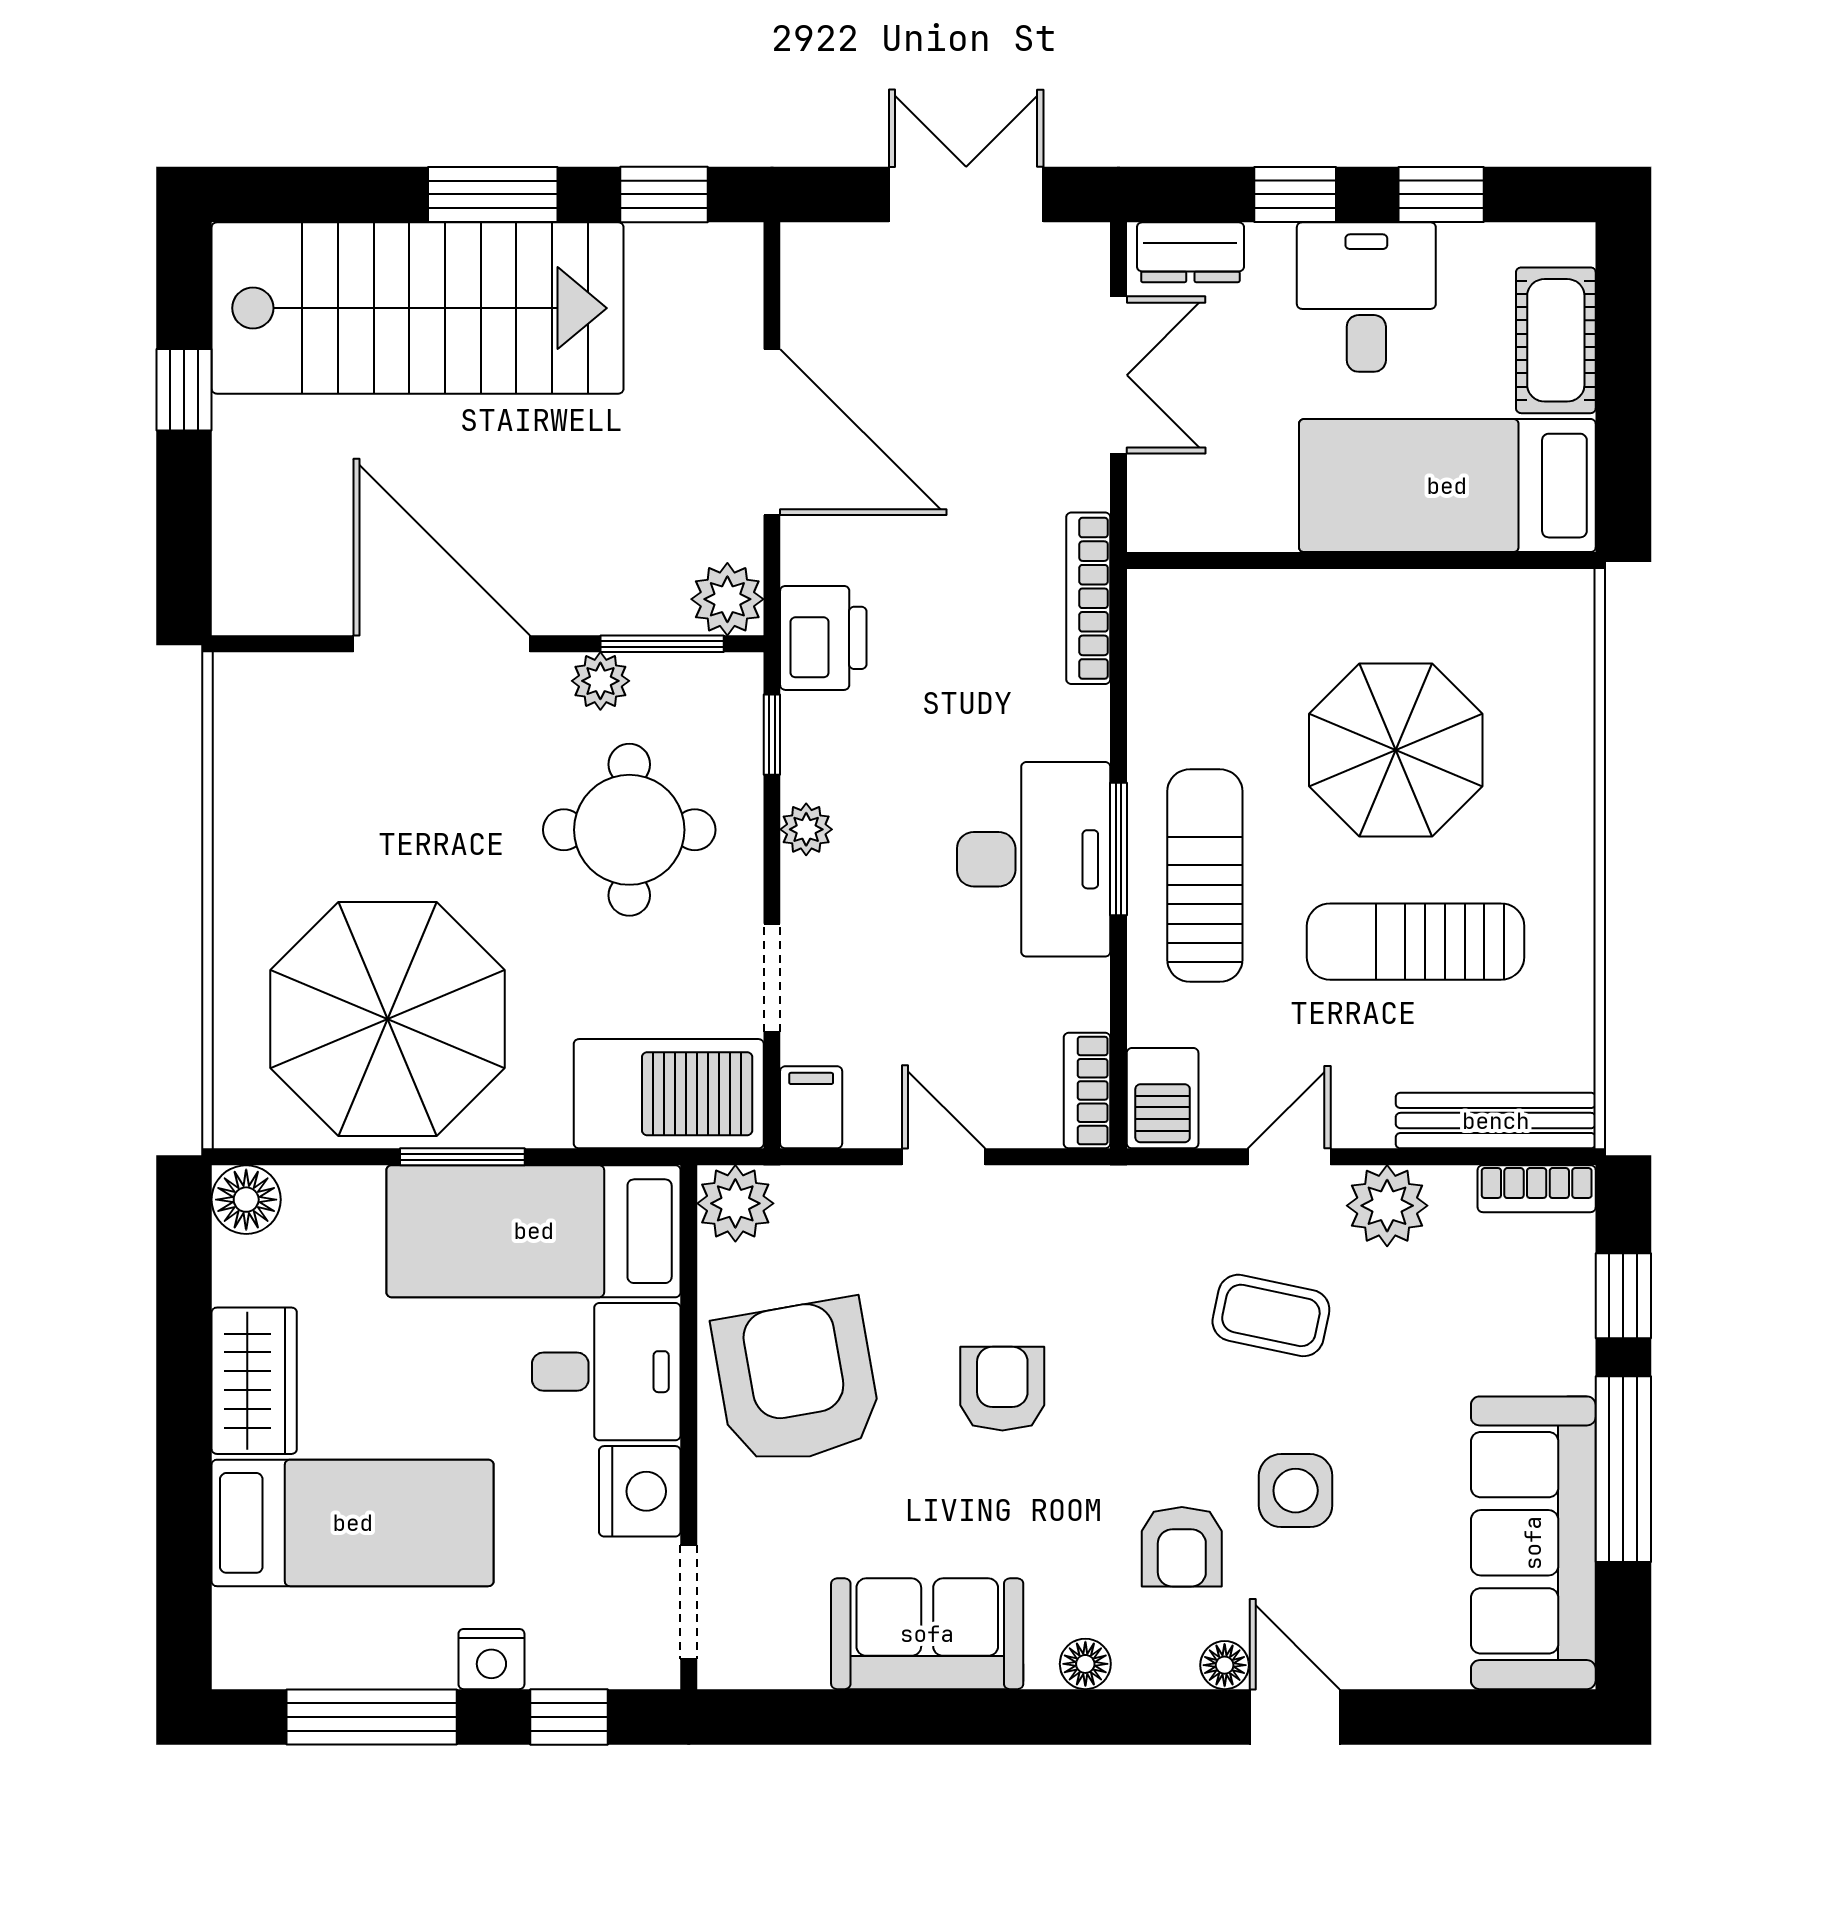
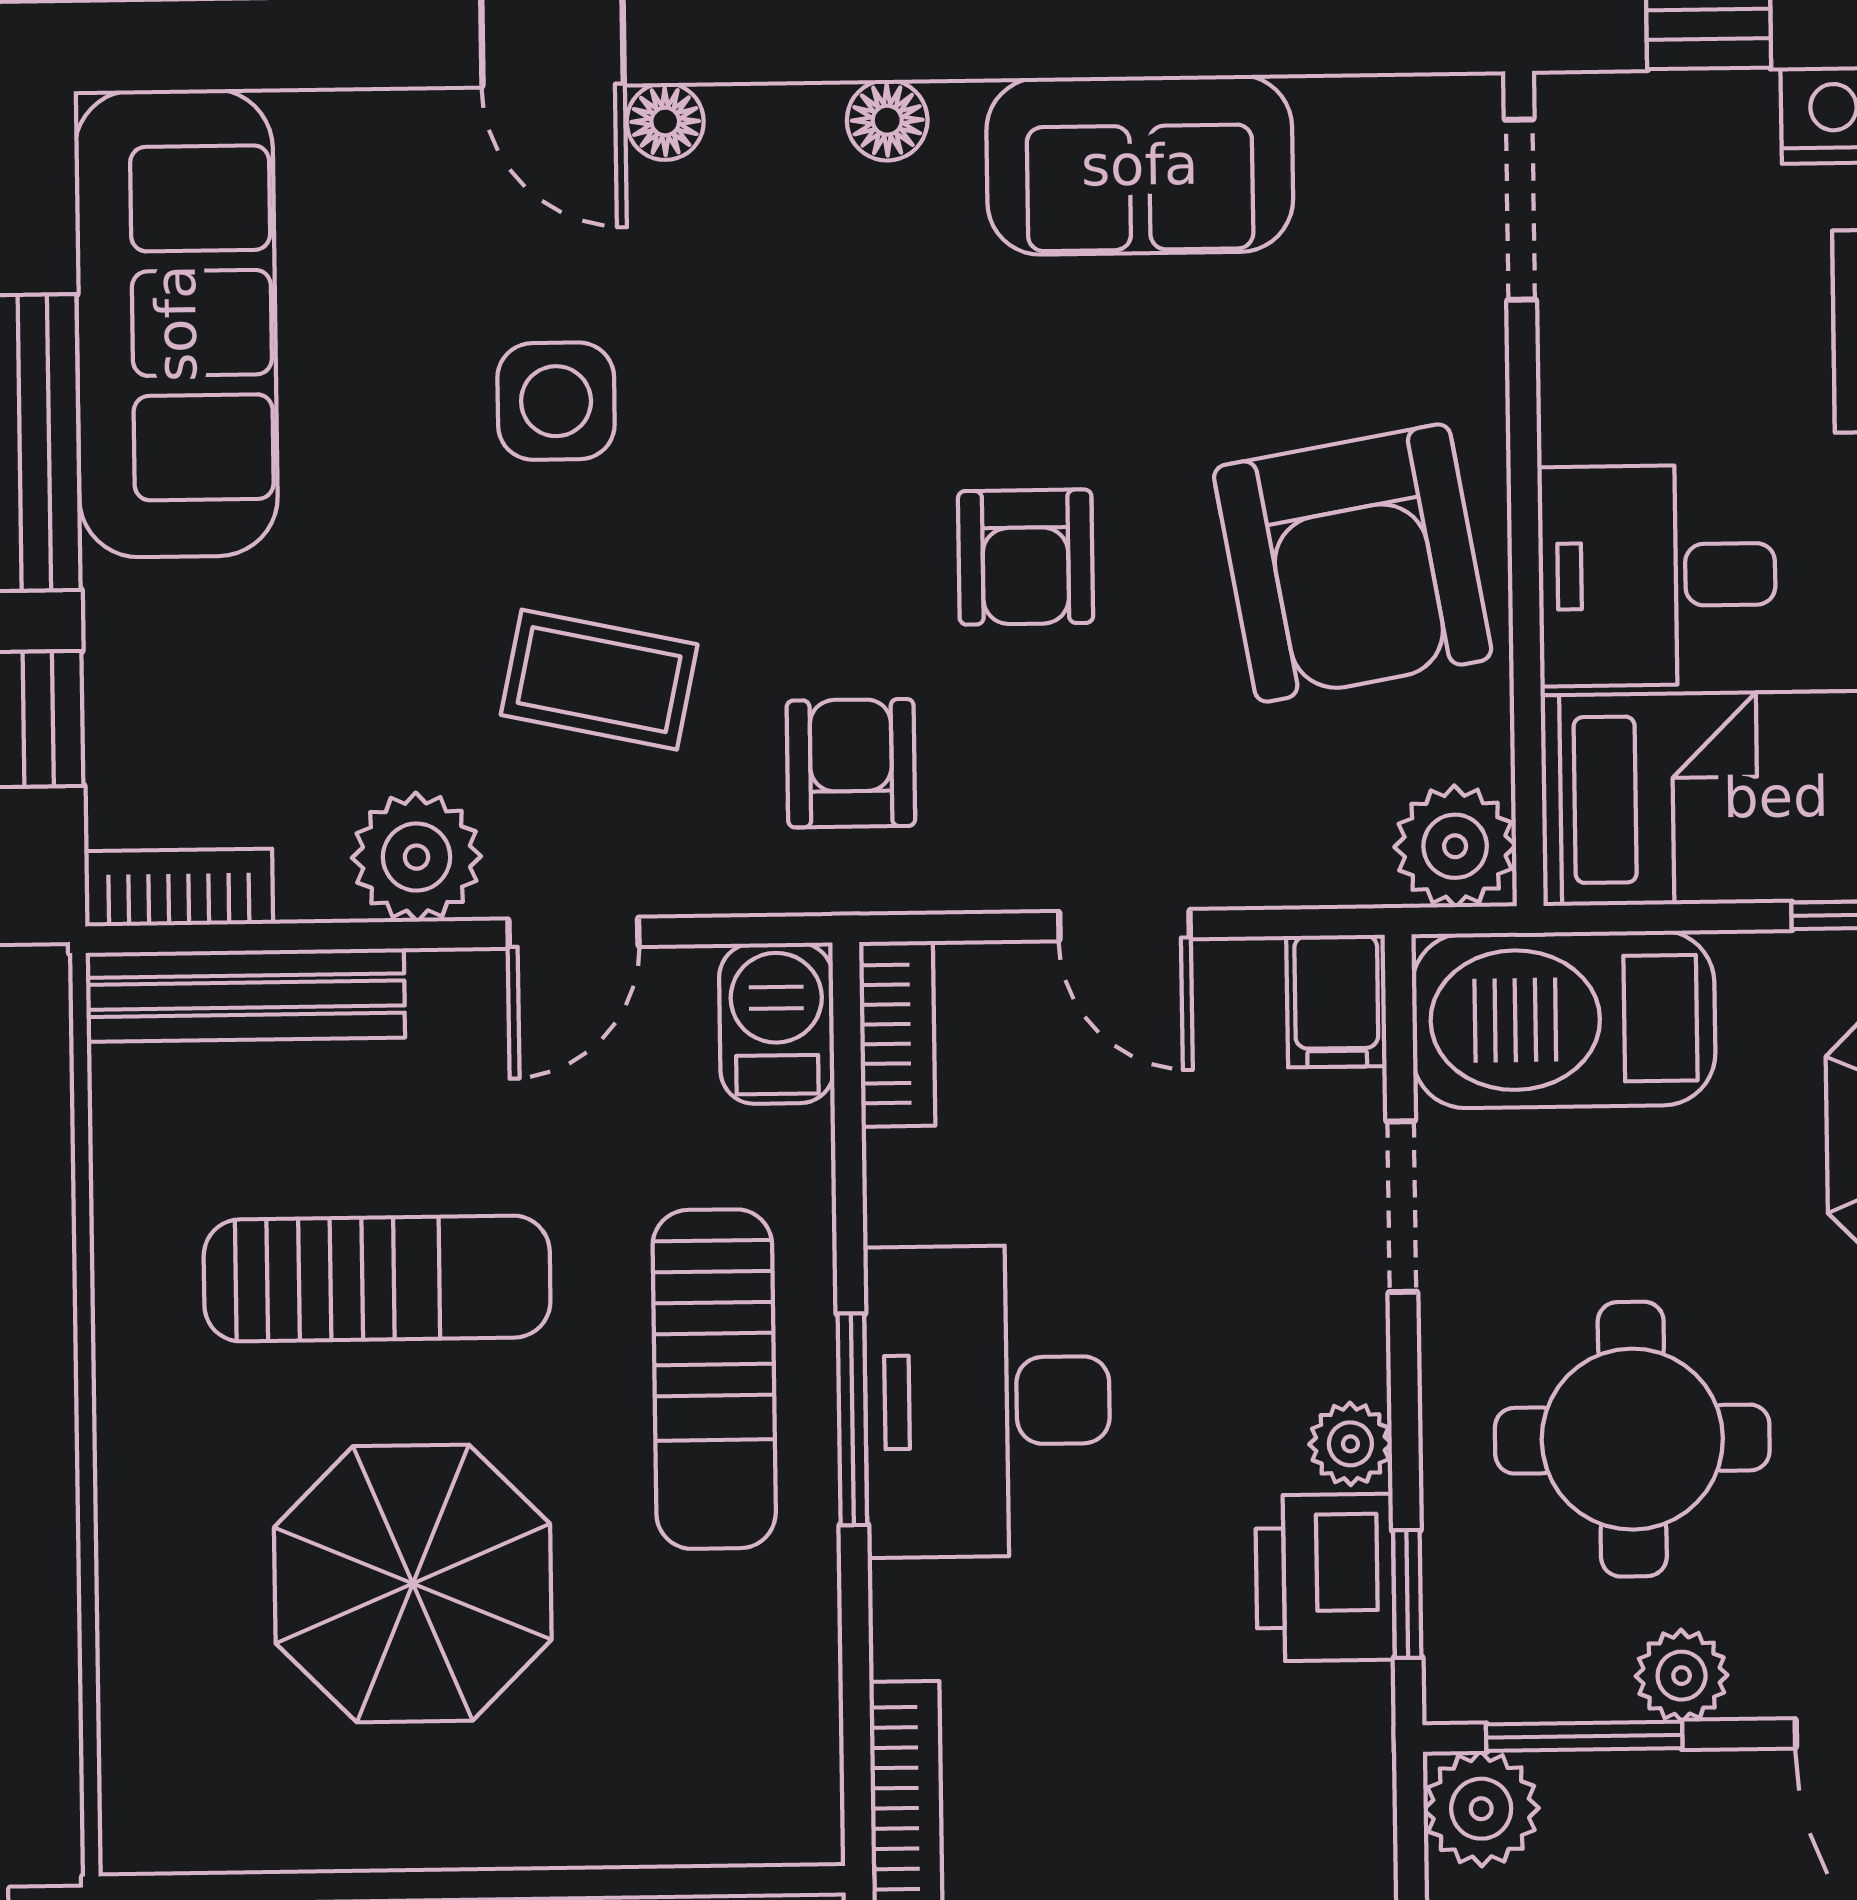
printer: (823, 638) -> (1325, 1577), moved
nightstand: (640, 1491) -> (1601, 385), removed
armchair: (1182, 1547) -> (851, 763), moved

